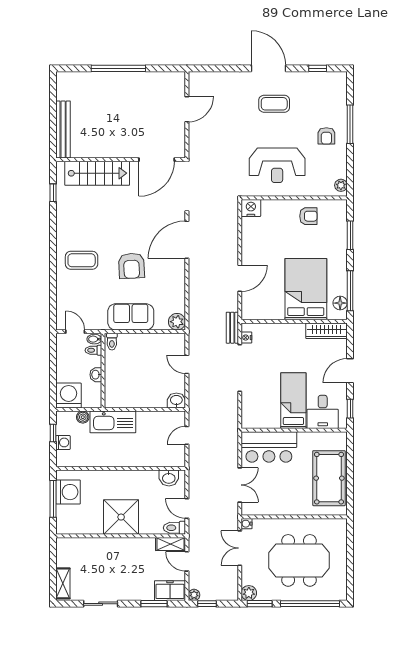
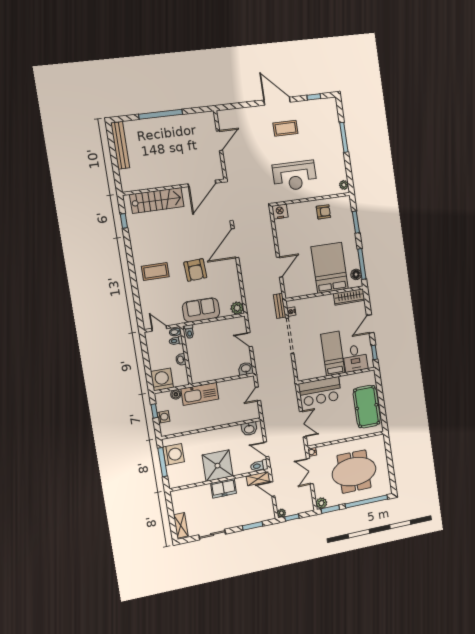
bench: (63, 129) -> (120, 145), moved
armchair: (326, 136) -> (328, 148), removed
freezer: (170, 591) -> (224, 488), moved, turned 180

